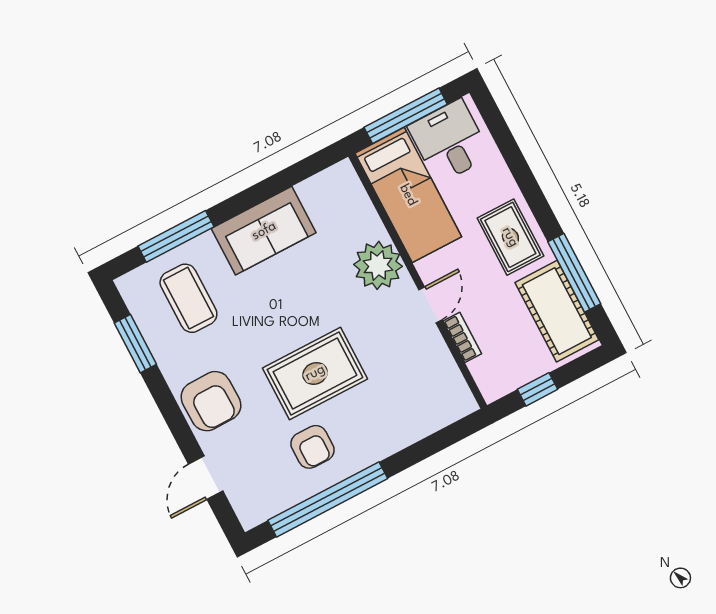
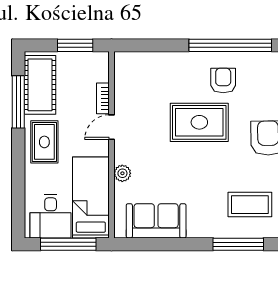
sofa: (264, 231) -> (156, 221), moved
plant: (378, 265) -> (122, 173), width x0.53, depth x0.53
coffee table: (188, 298) -> (250, 205), turned 90
window: (537, 389) -> (75, 45), width x1.50

